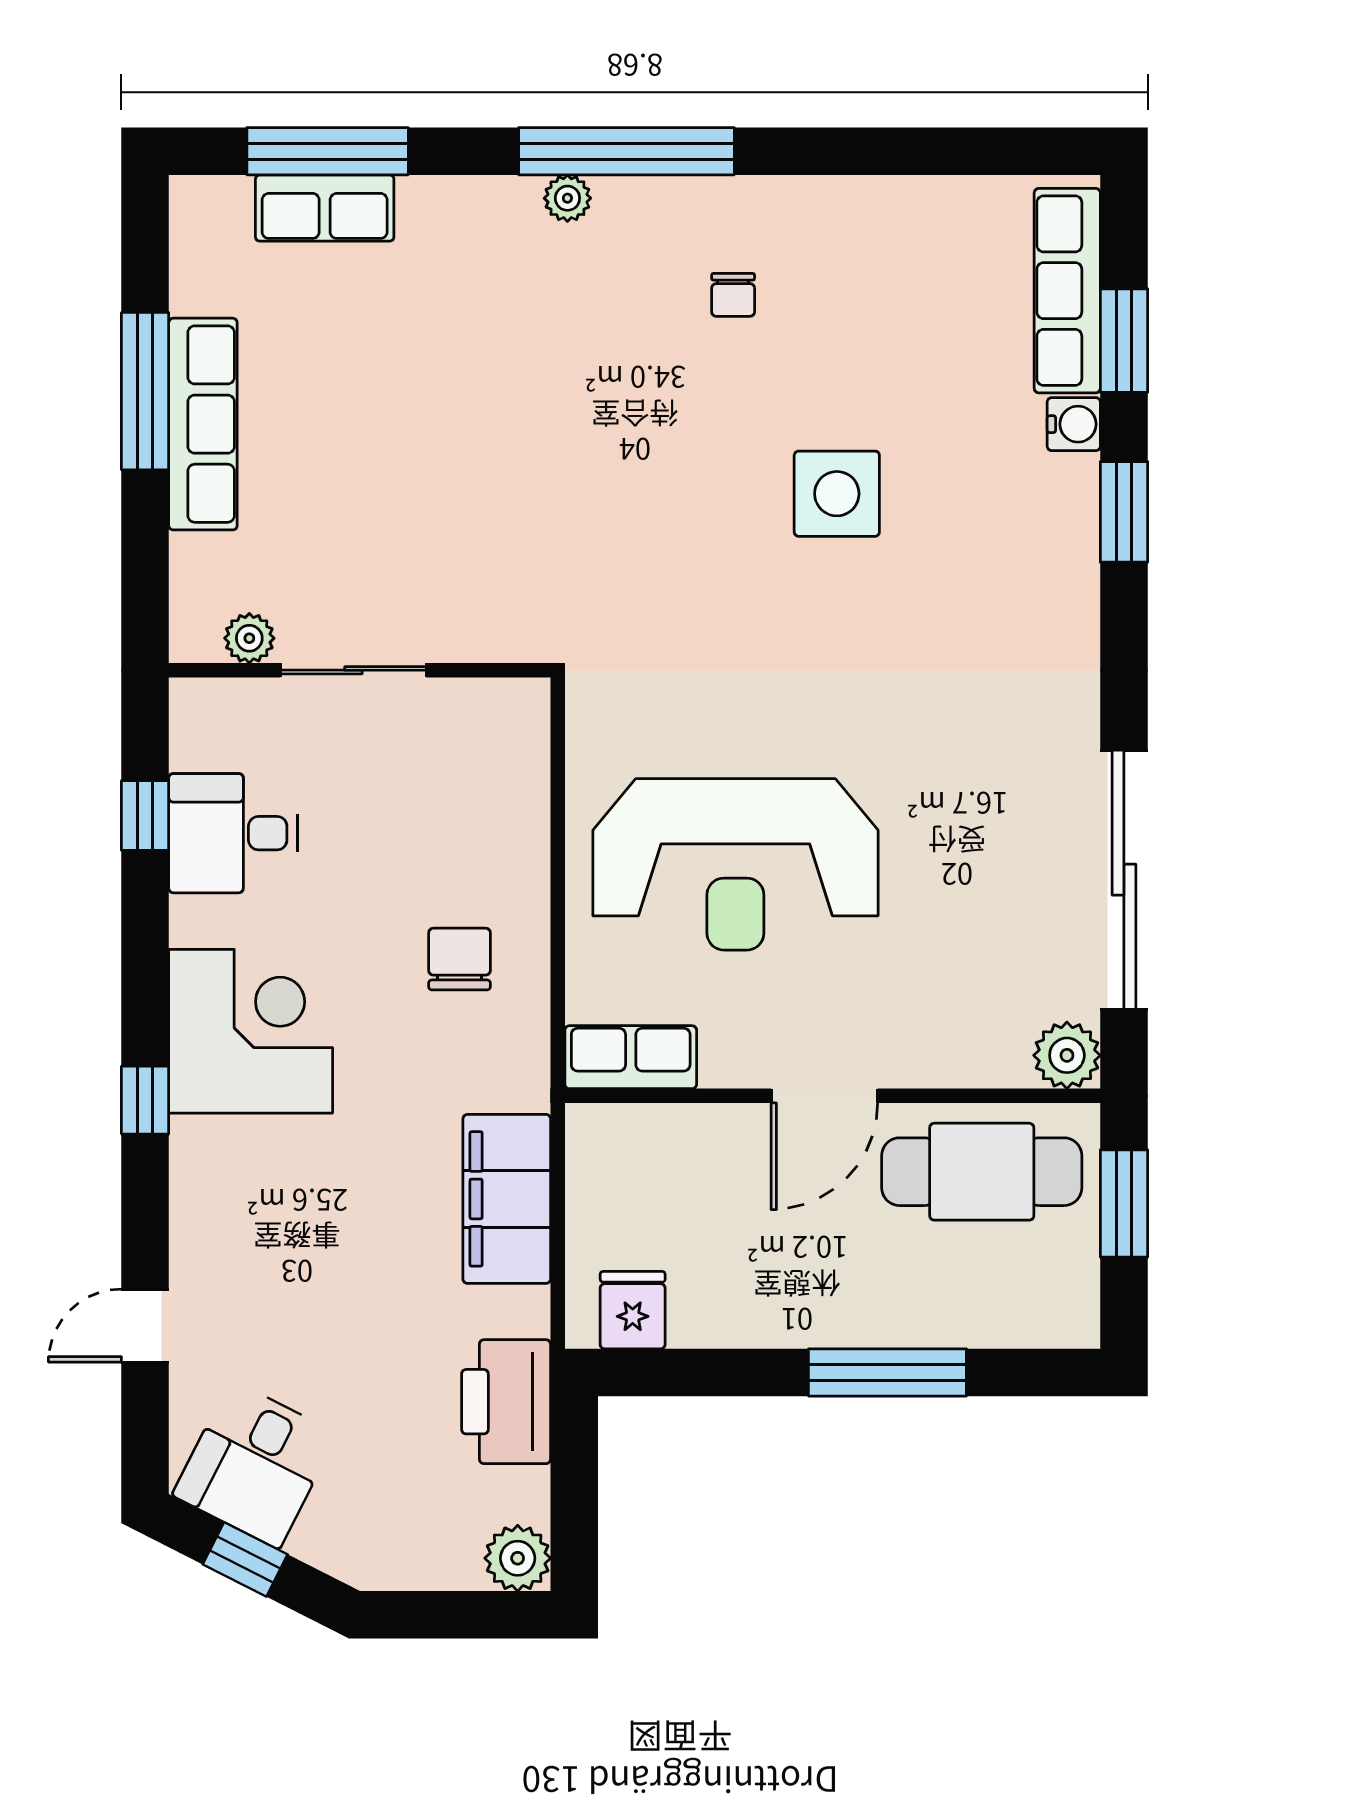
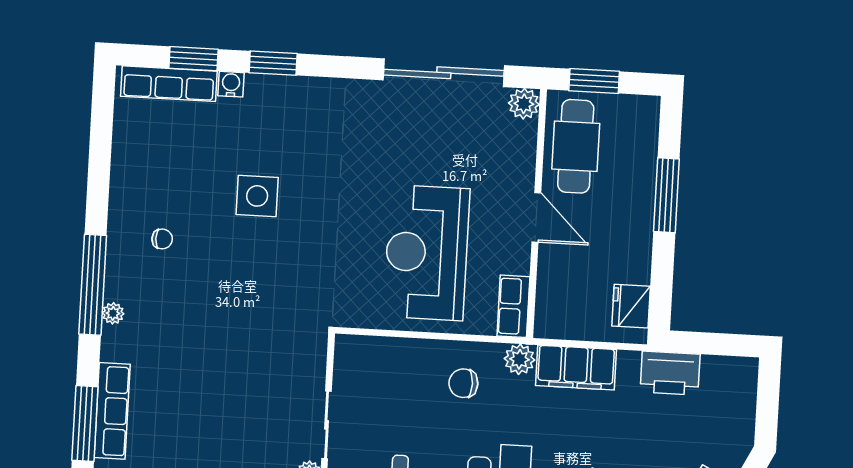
row of seats: (325, 208) -> (112, 411), width x1.48
reception desk: (735, 864) -> (427, 253), turned 180
fridge: (633, 1310) -> (631, 306), width x1.38
plant: (518, 1558) -> (519, 359), moved

